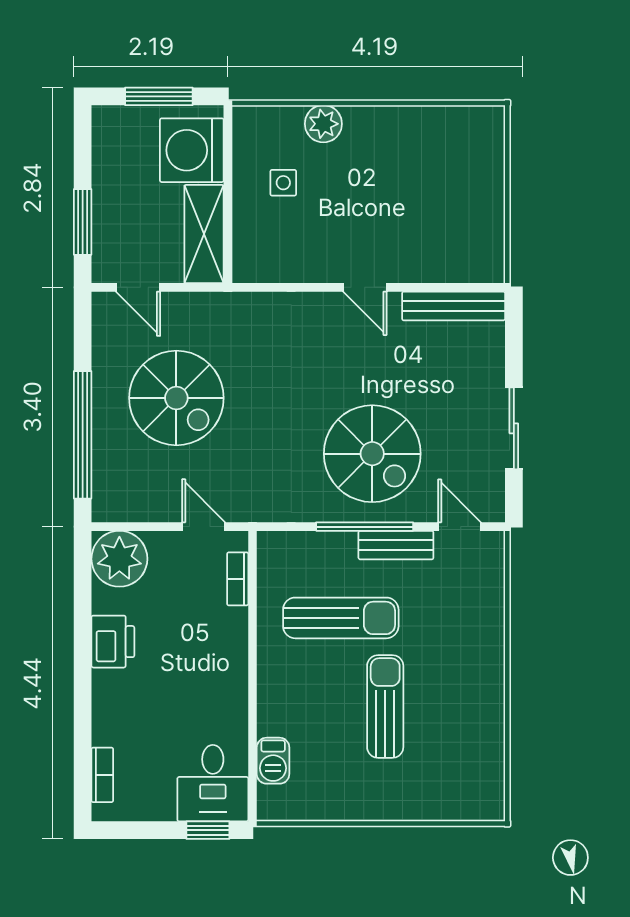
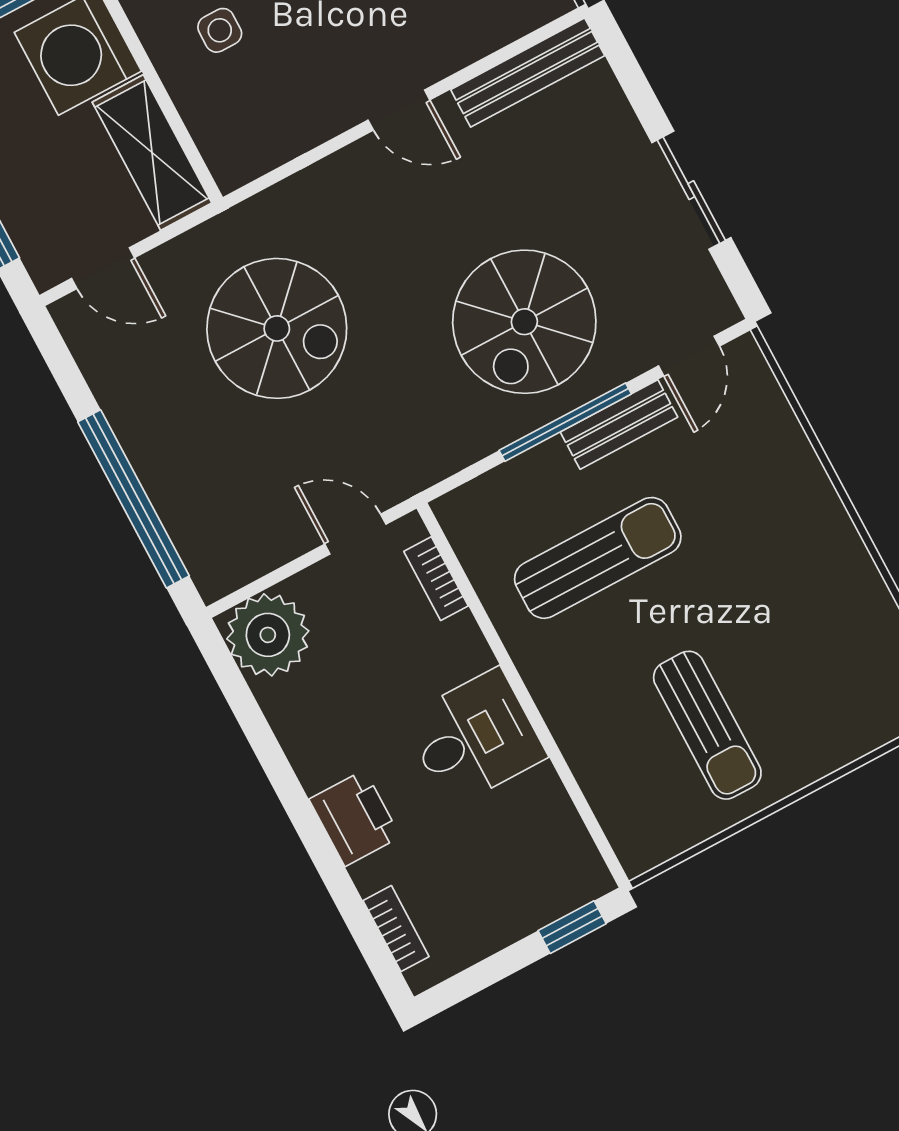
spiral stairs: (176, 398) -> (277, 328), moved
spiral stairs: (372, 454) -> (524, 322), turned 90
door: (460, 527) -> (689, 356), swing flipped
printer: (113, 642) -> (355, 818), moved
sun lounger: (385, 706) -> (707, 725), moved, turned 180
barbecue: (273, 761) -> (609, 791), removed
desk: (213, 783) -> (475, 738), moved, turned -90

